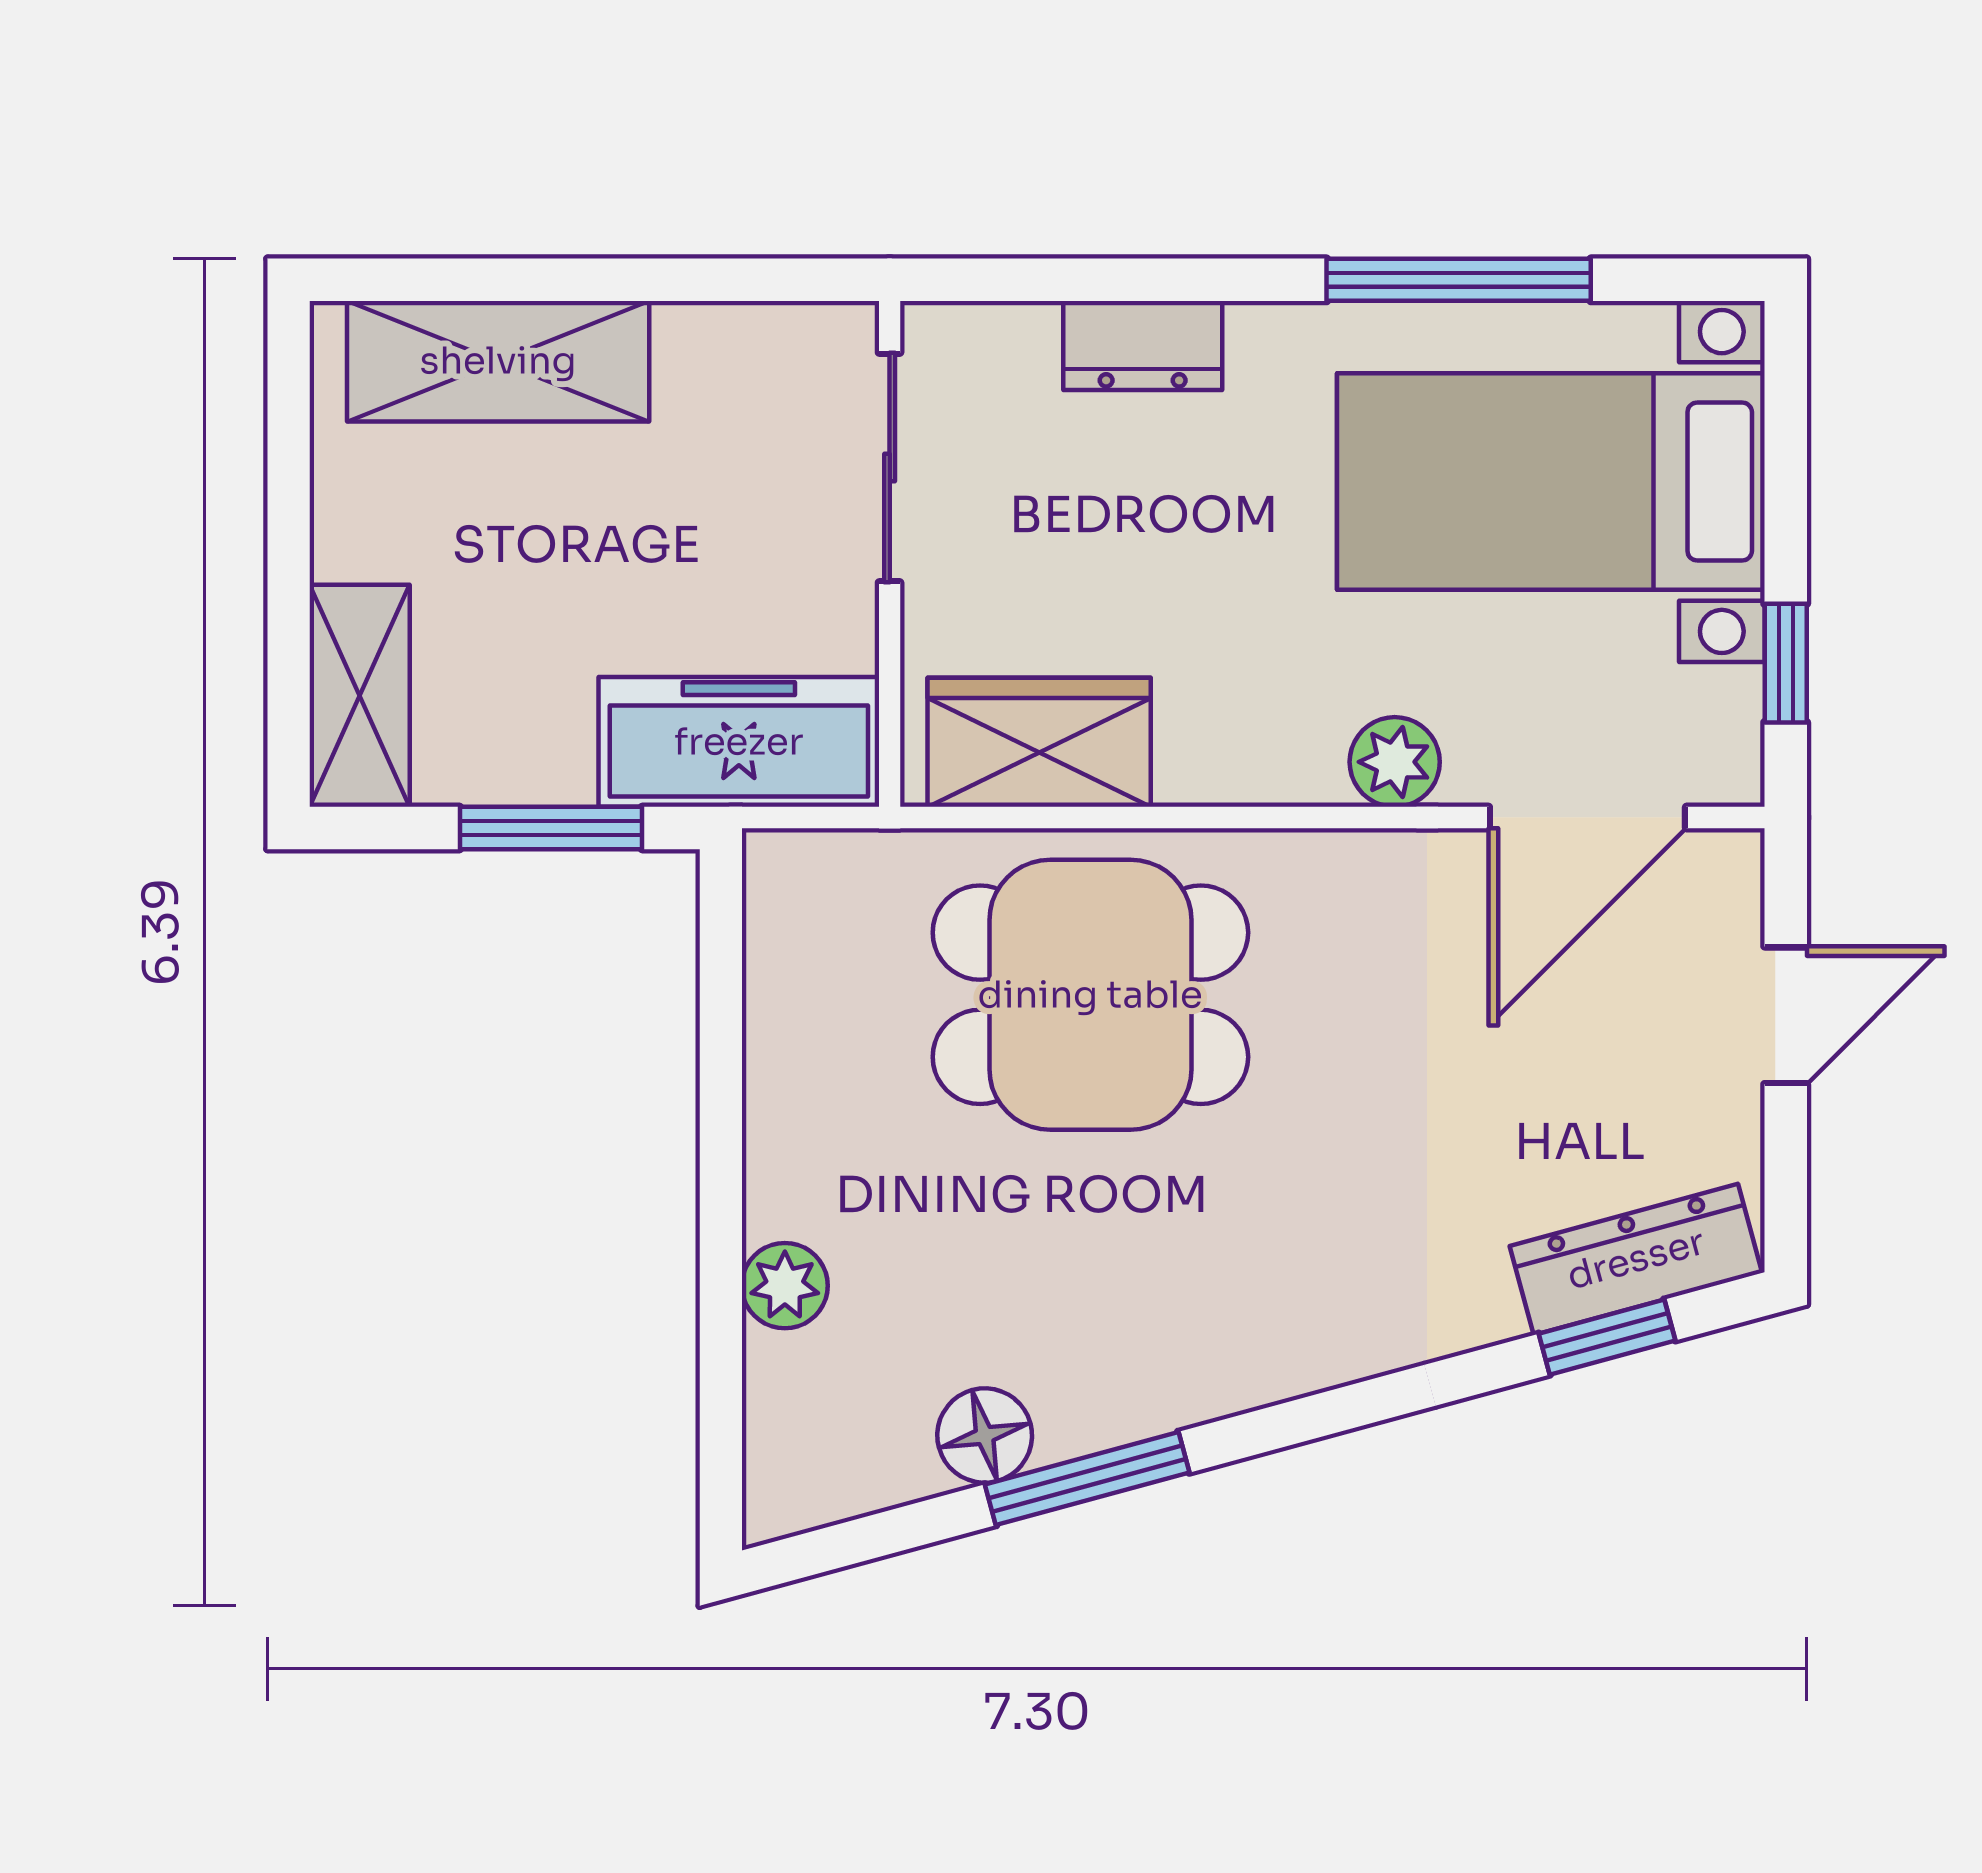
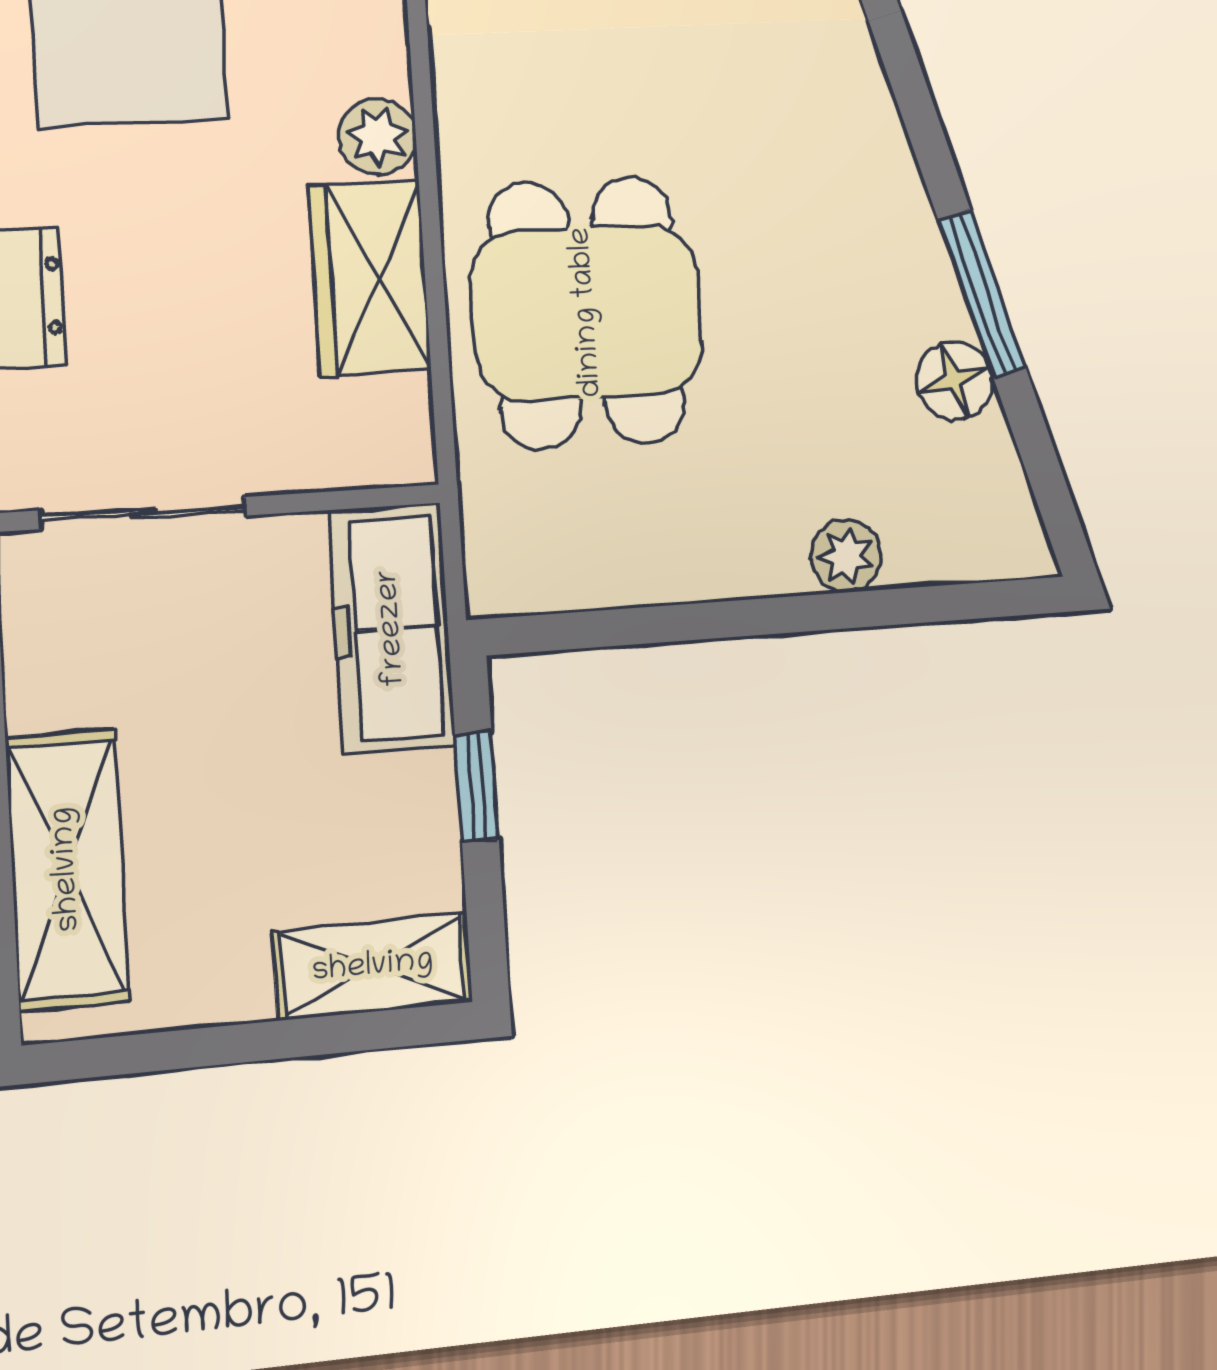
wardrobe: (1039, 742) -> (370, 278), moved
plant: (1395, 762) -> (378, 137), moved
window: (551, 828) -> (477, 787), width x0.67

